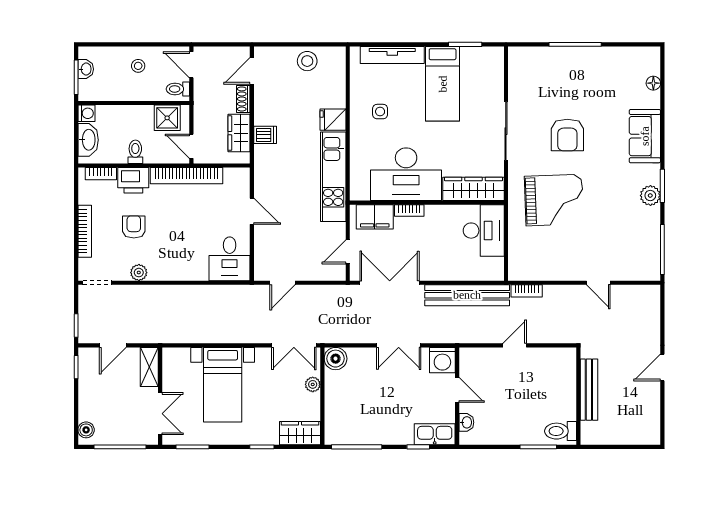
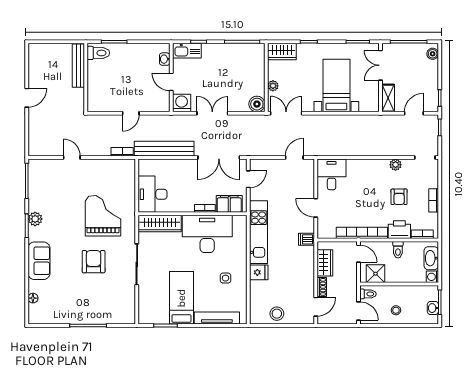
dishwasher: (265, 135) -> (306, 239), moved
grand piano: (554, 200) -> (103, 216), turned 92
bookcase: (85, 231) -> (434, 200), width x0.64
bench: (589, 390) -> (78, 66), moved

